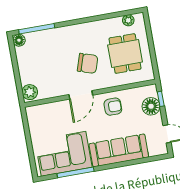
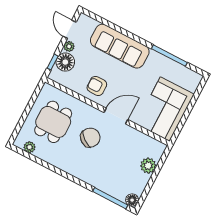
chair: (88, 63) -> (90, 138), turned 109
plant: (30, 92) -> (148, 166), moved
plant: (157, 120) -> (69, 46), added
corner sofa: (63, 154) -> (165, 109), moved, turned 90

